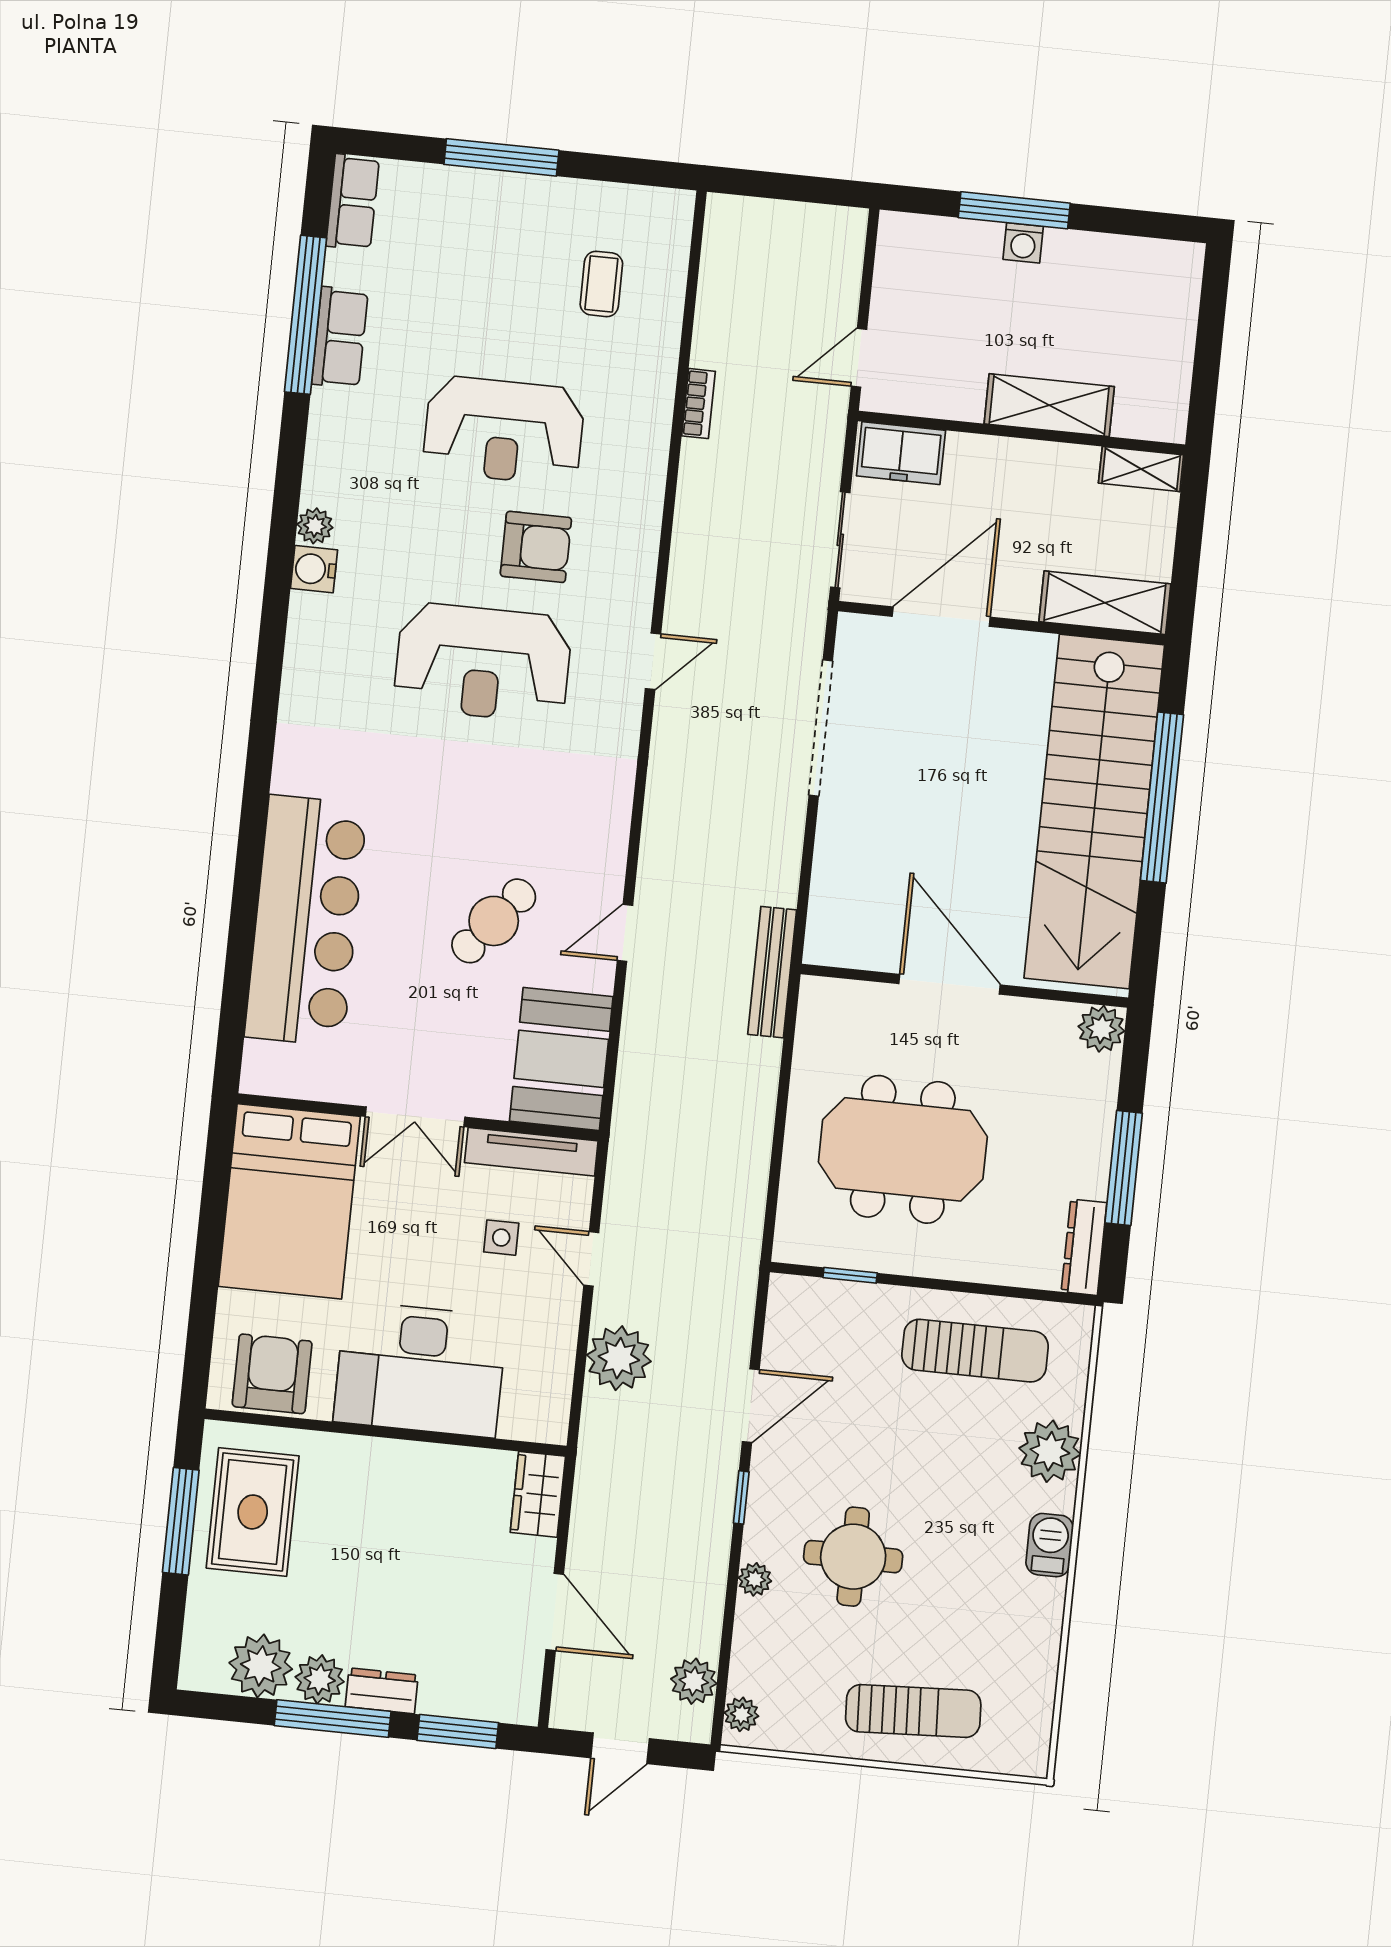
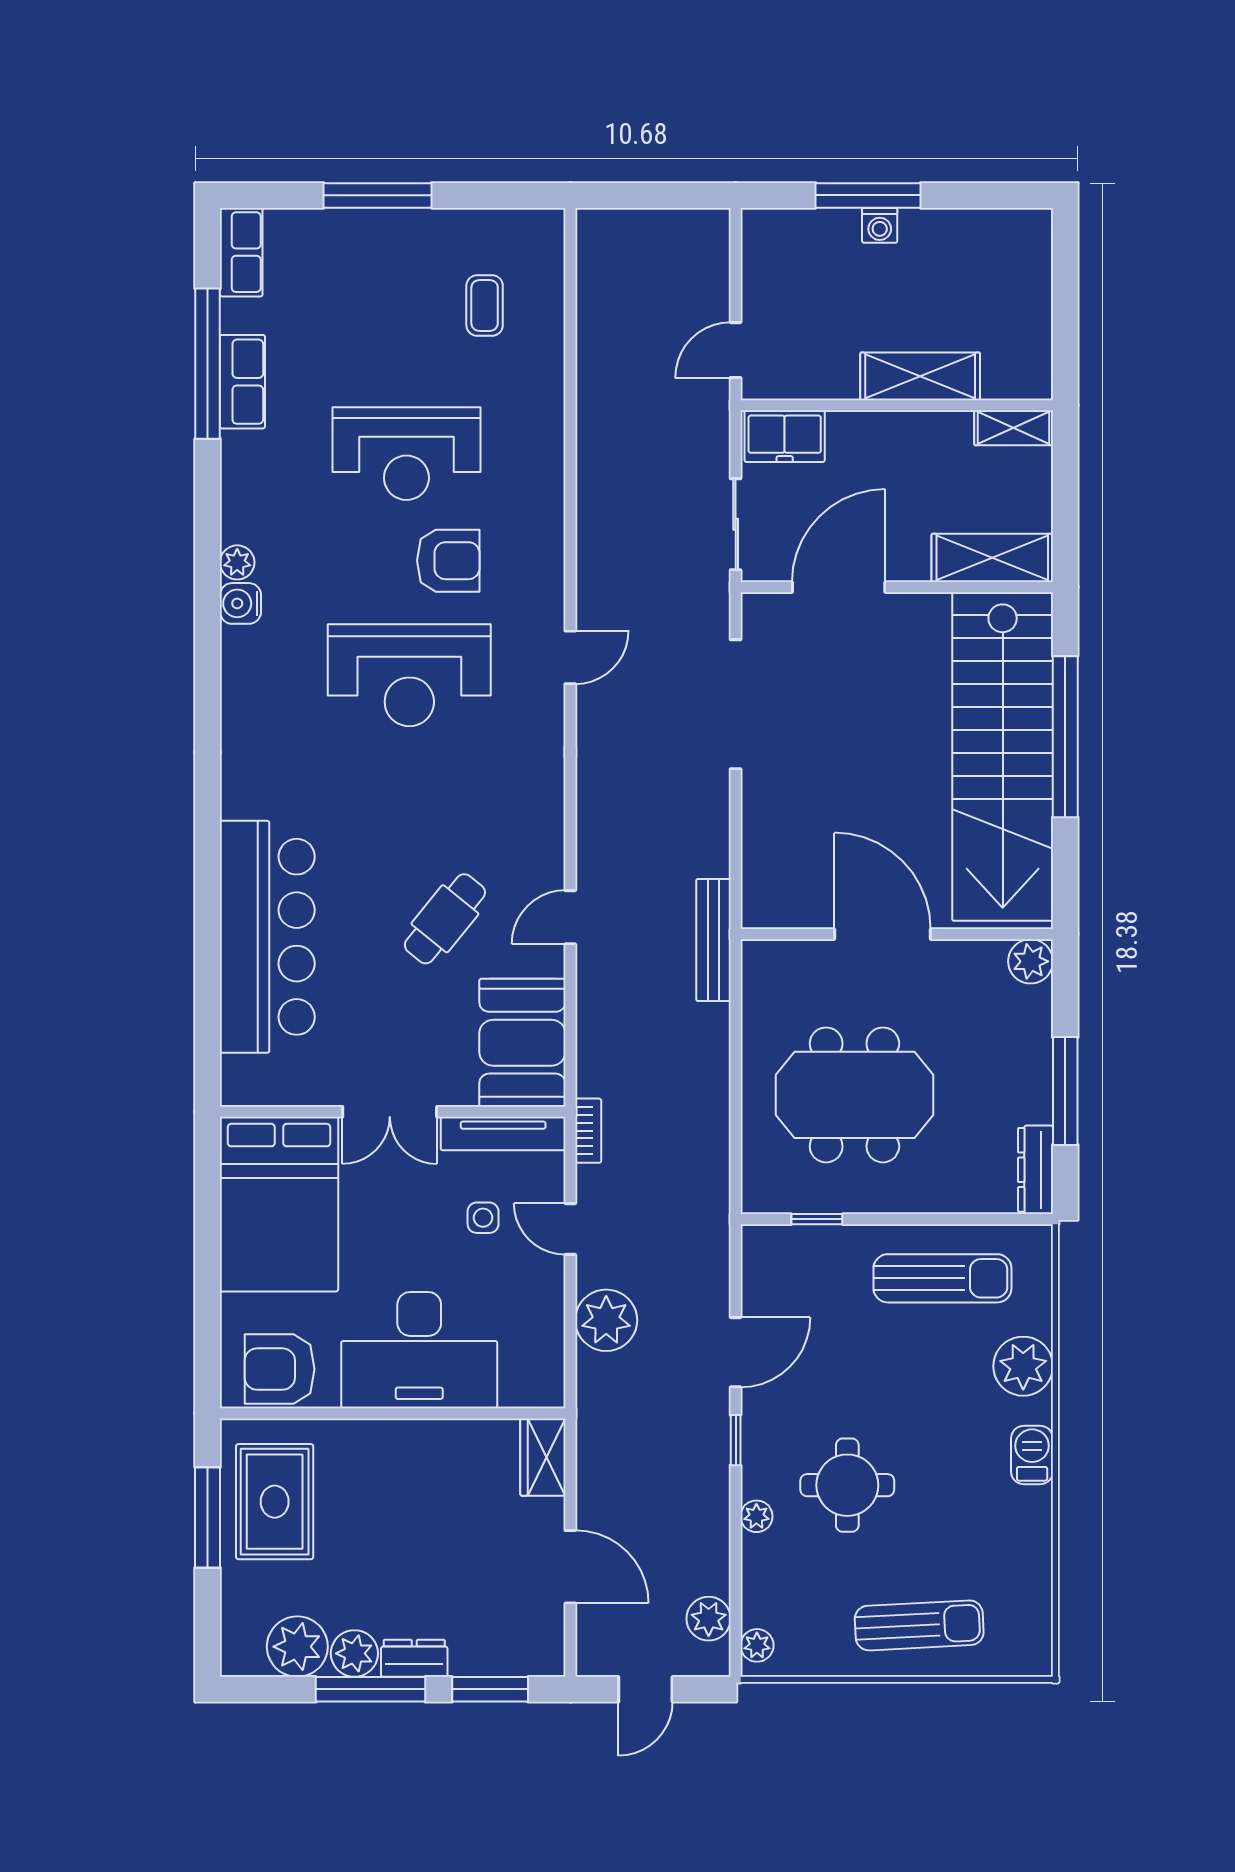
bookcase: (698, 404) -> (588, 1131), moved
armchair: (272, 1374) -> (280, 1369), turned -90

